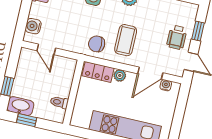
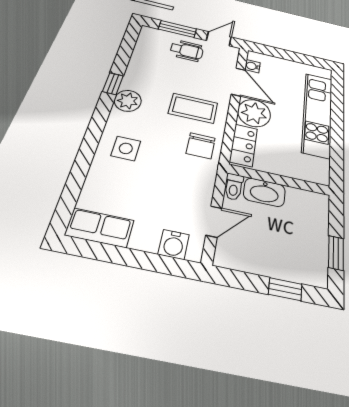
window: (198, 31) -> (178, 29), width x1.50
plant: (120, 75) -> (254, 113), width x1.87, depth x1.87
toilet: (59, 102) -> (234, 187), moved
washbasin: (20, 106) -> (264, 192), moved, turned -90

